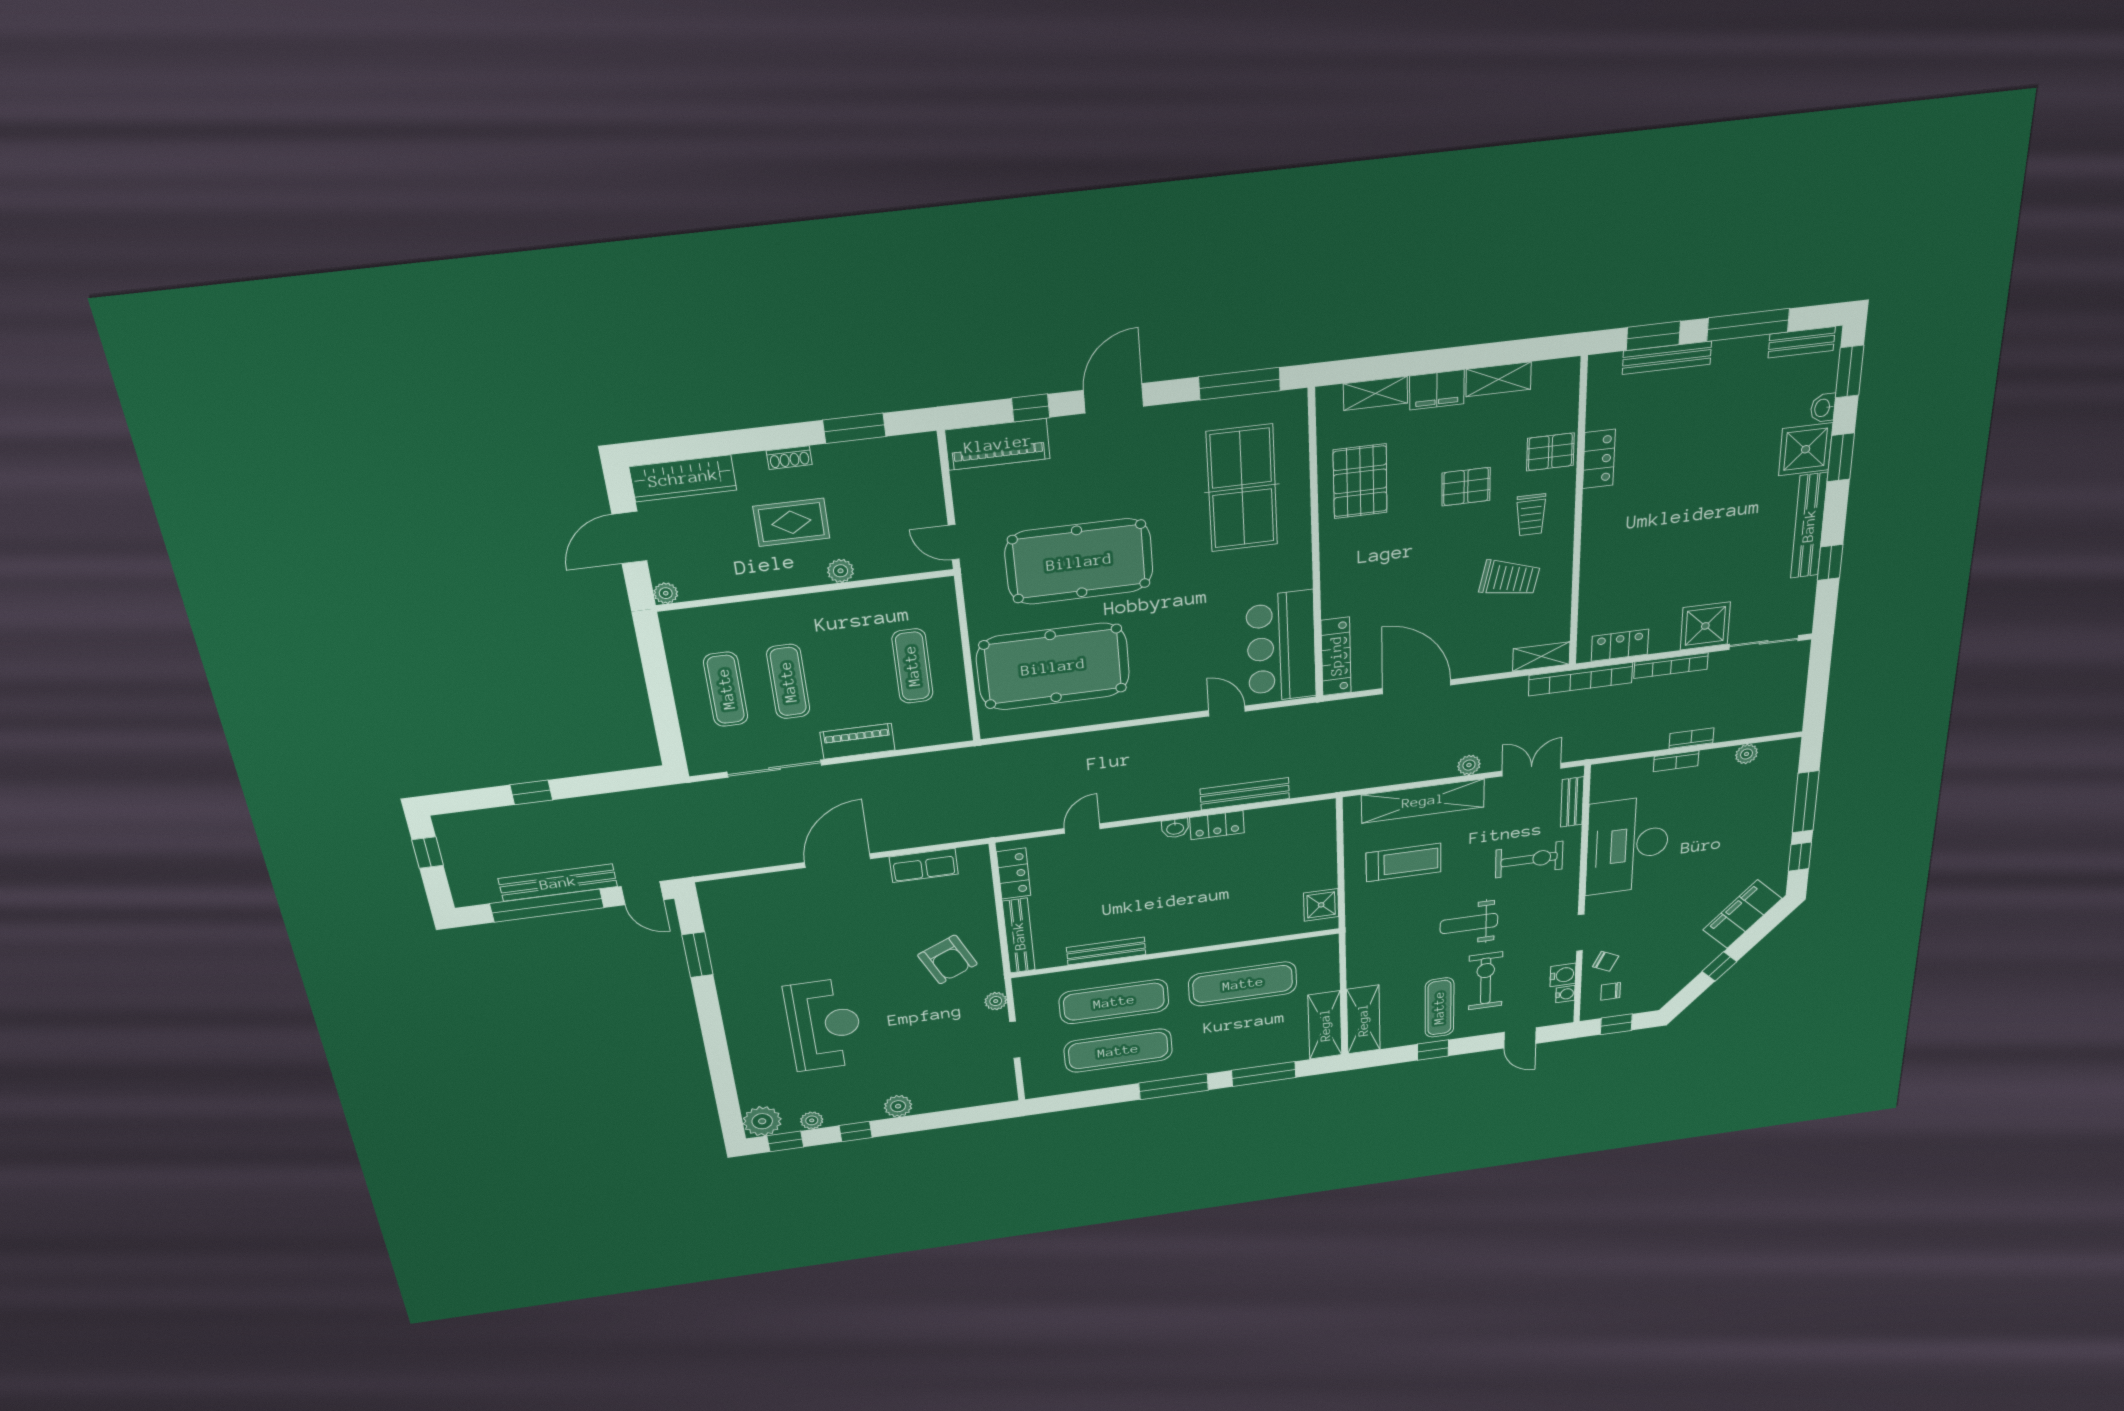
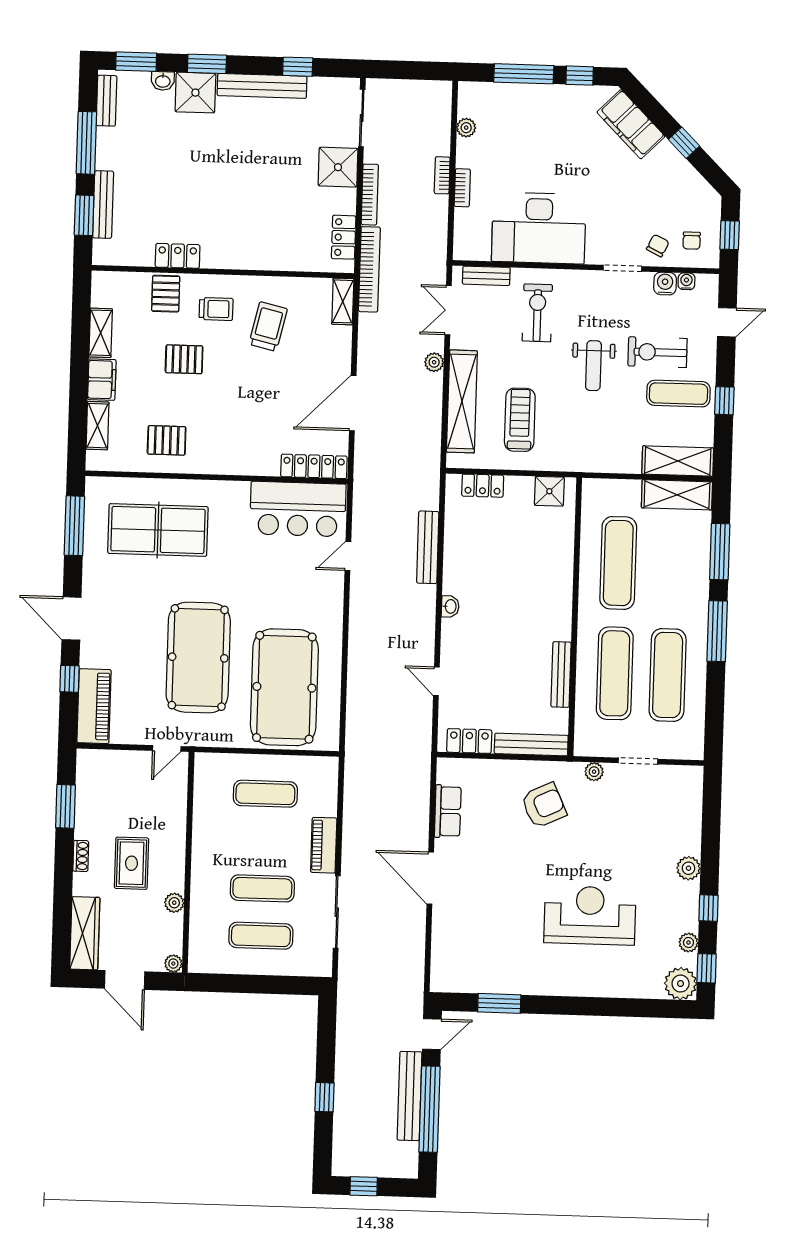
pallet: (1360, 481) -> (167, 440), width x0.67, depth x0.71
pallet: (1466, 487) -> (184, 359), turned 90
plant: (840, 571) -> (174, 903), moved
locker: (1217, 825) -> (483, 486), moved, turned 90

